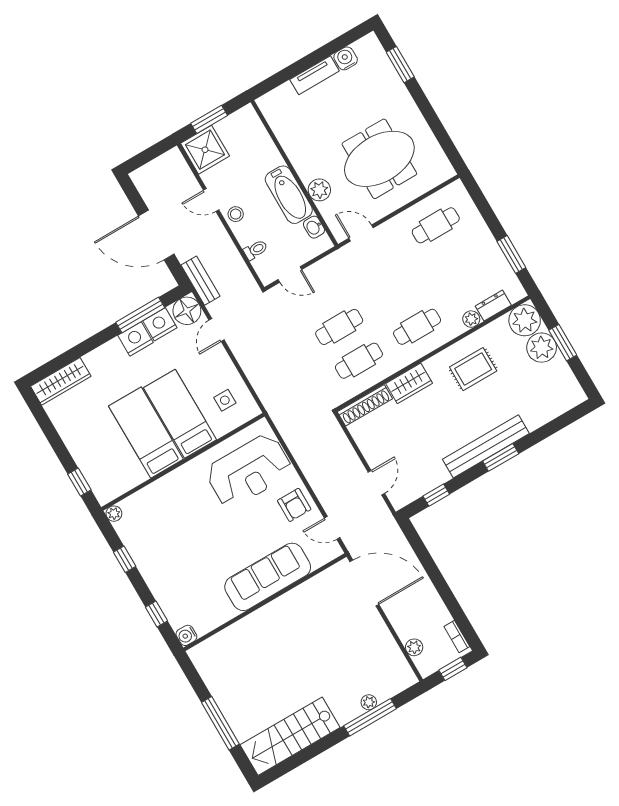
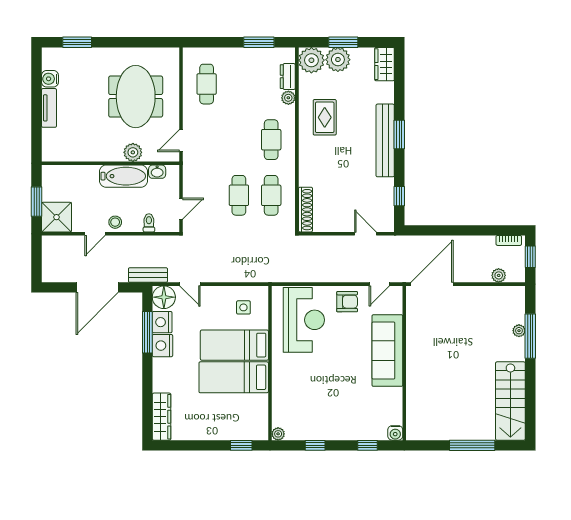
wardrobe: (409, 383) -> (384, 64), moved, turned 180

